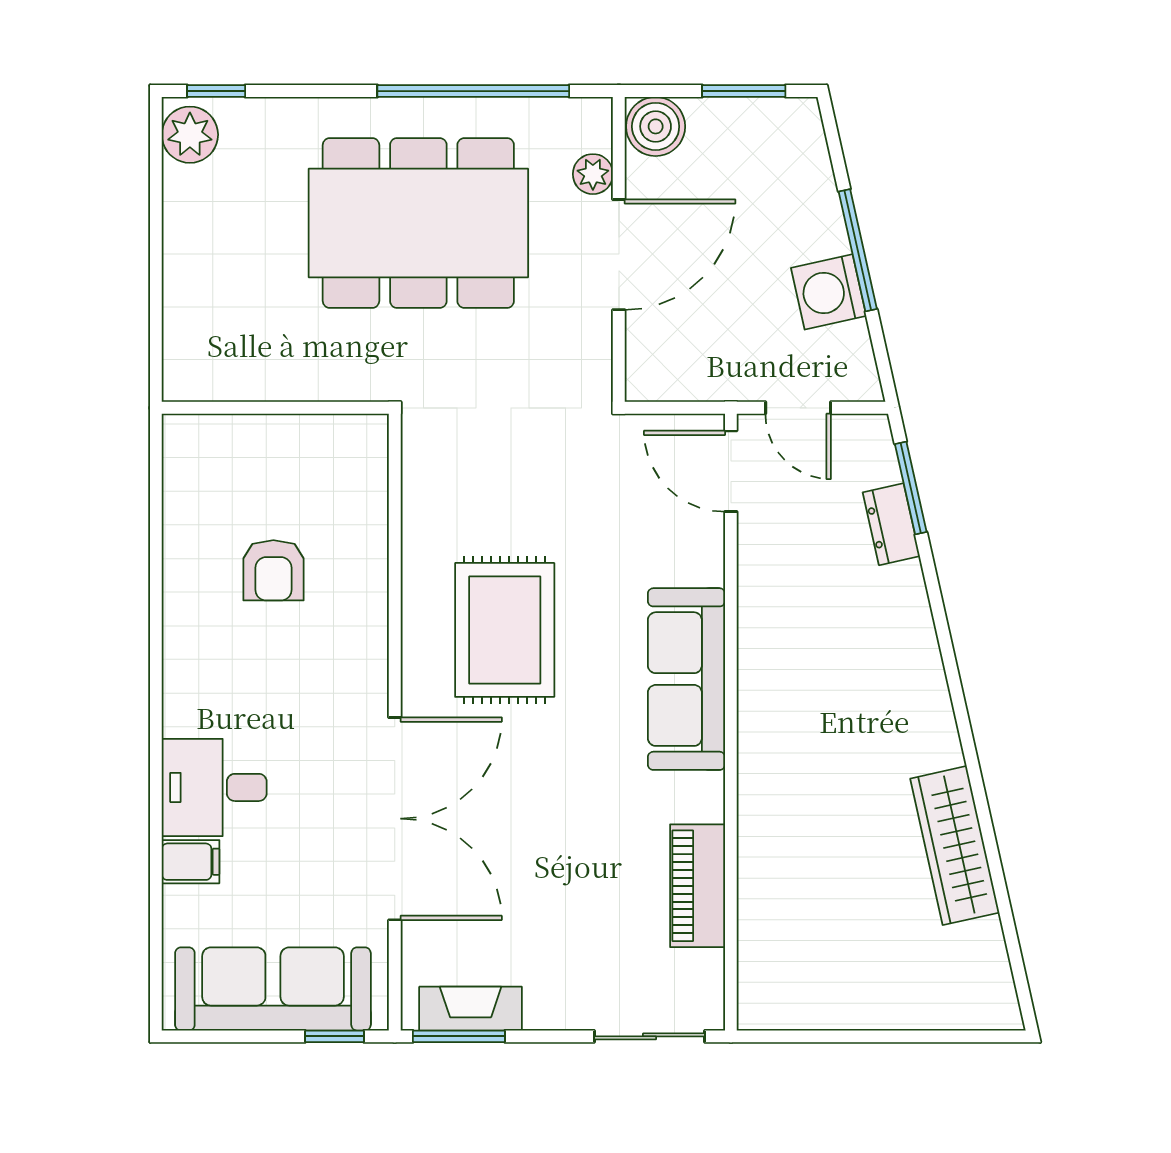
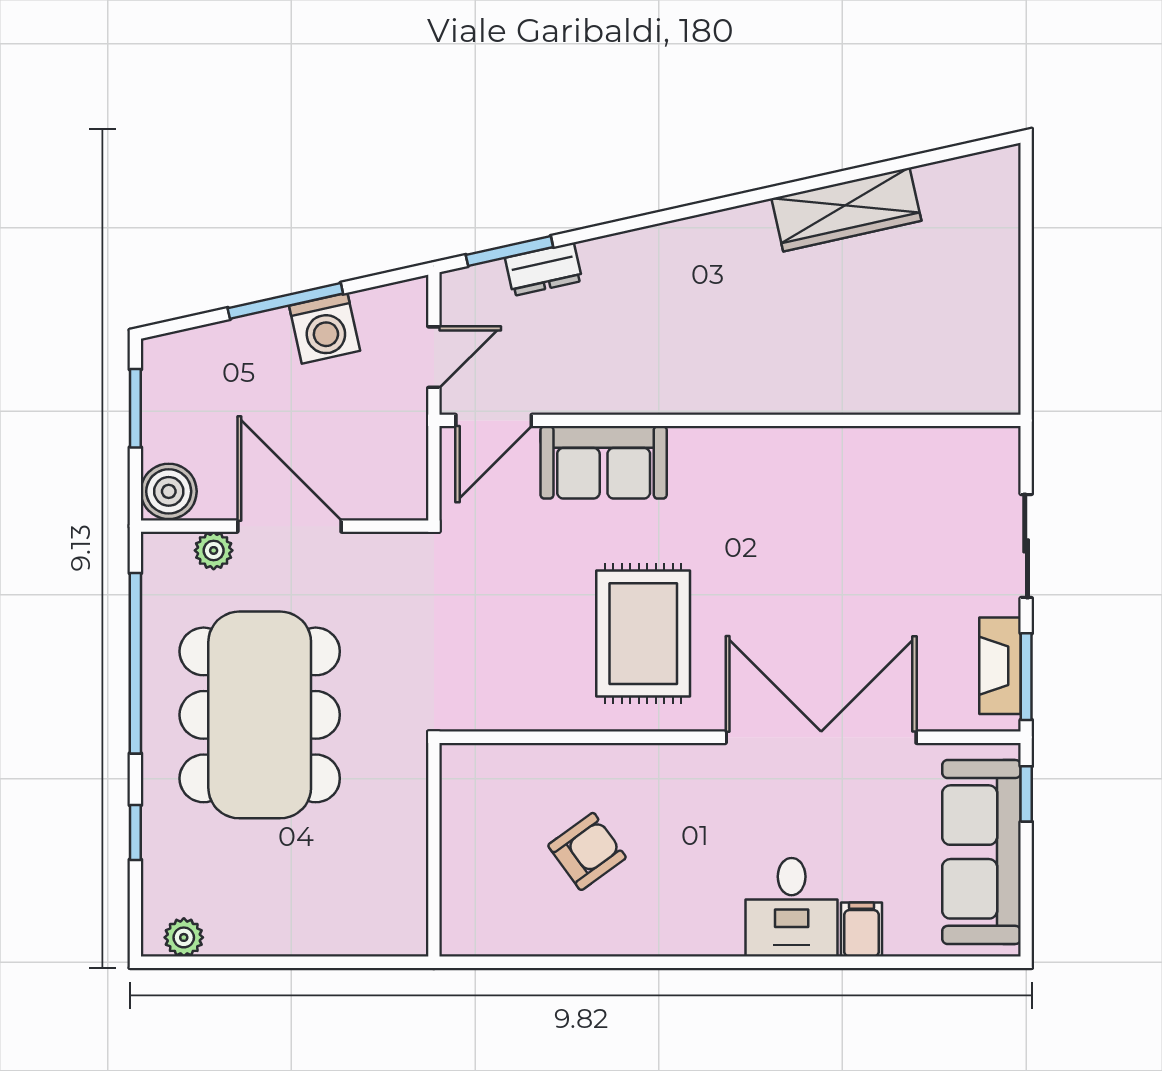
window: (216, 91) -> (135, 832), moved
plant: (190, 135) -> (184, 937), width x0.73, depth x0.73
armchair: (273, 570) -> (587, 851), turned -36
rug: (505, 630) -> (643, 634), turned 90
sofa: (686, 679) -> (604, 462), moved, width x0.73
piano: (698, 886) -> (884, 452), removed
sliding door: (650, 1036) -> (1026, 546), moved

